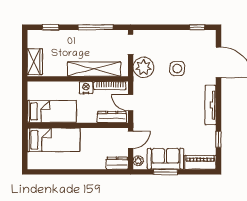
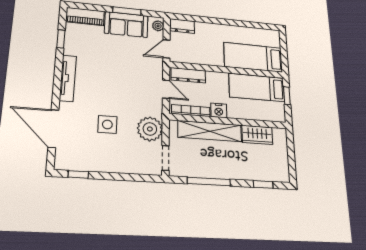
wardrobe: (35, 62) -> (257, 135), moved, turned -90
window: (25, 106) -> (287, 96), added

